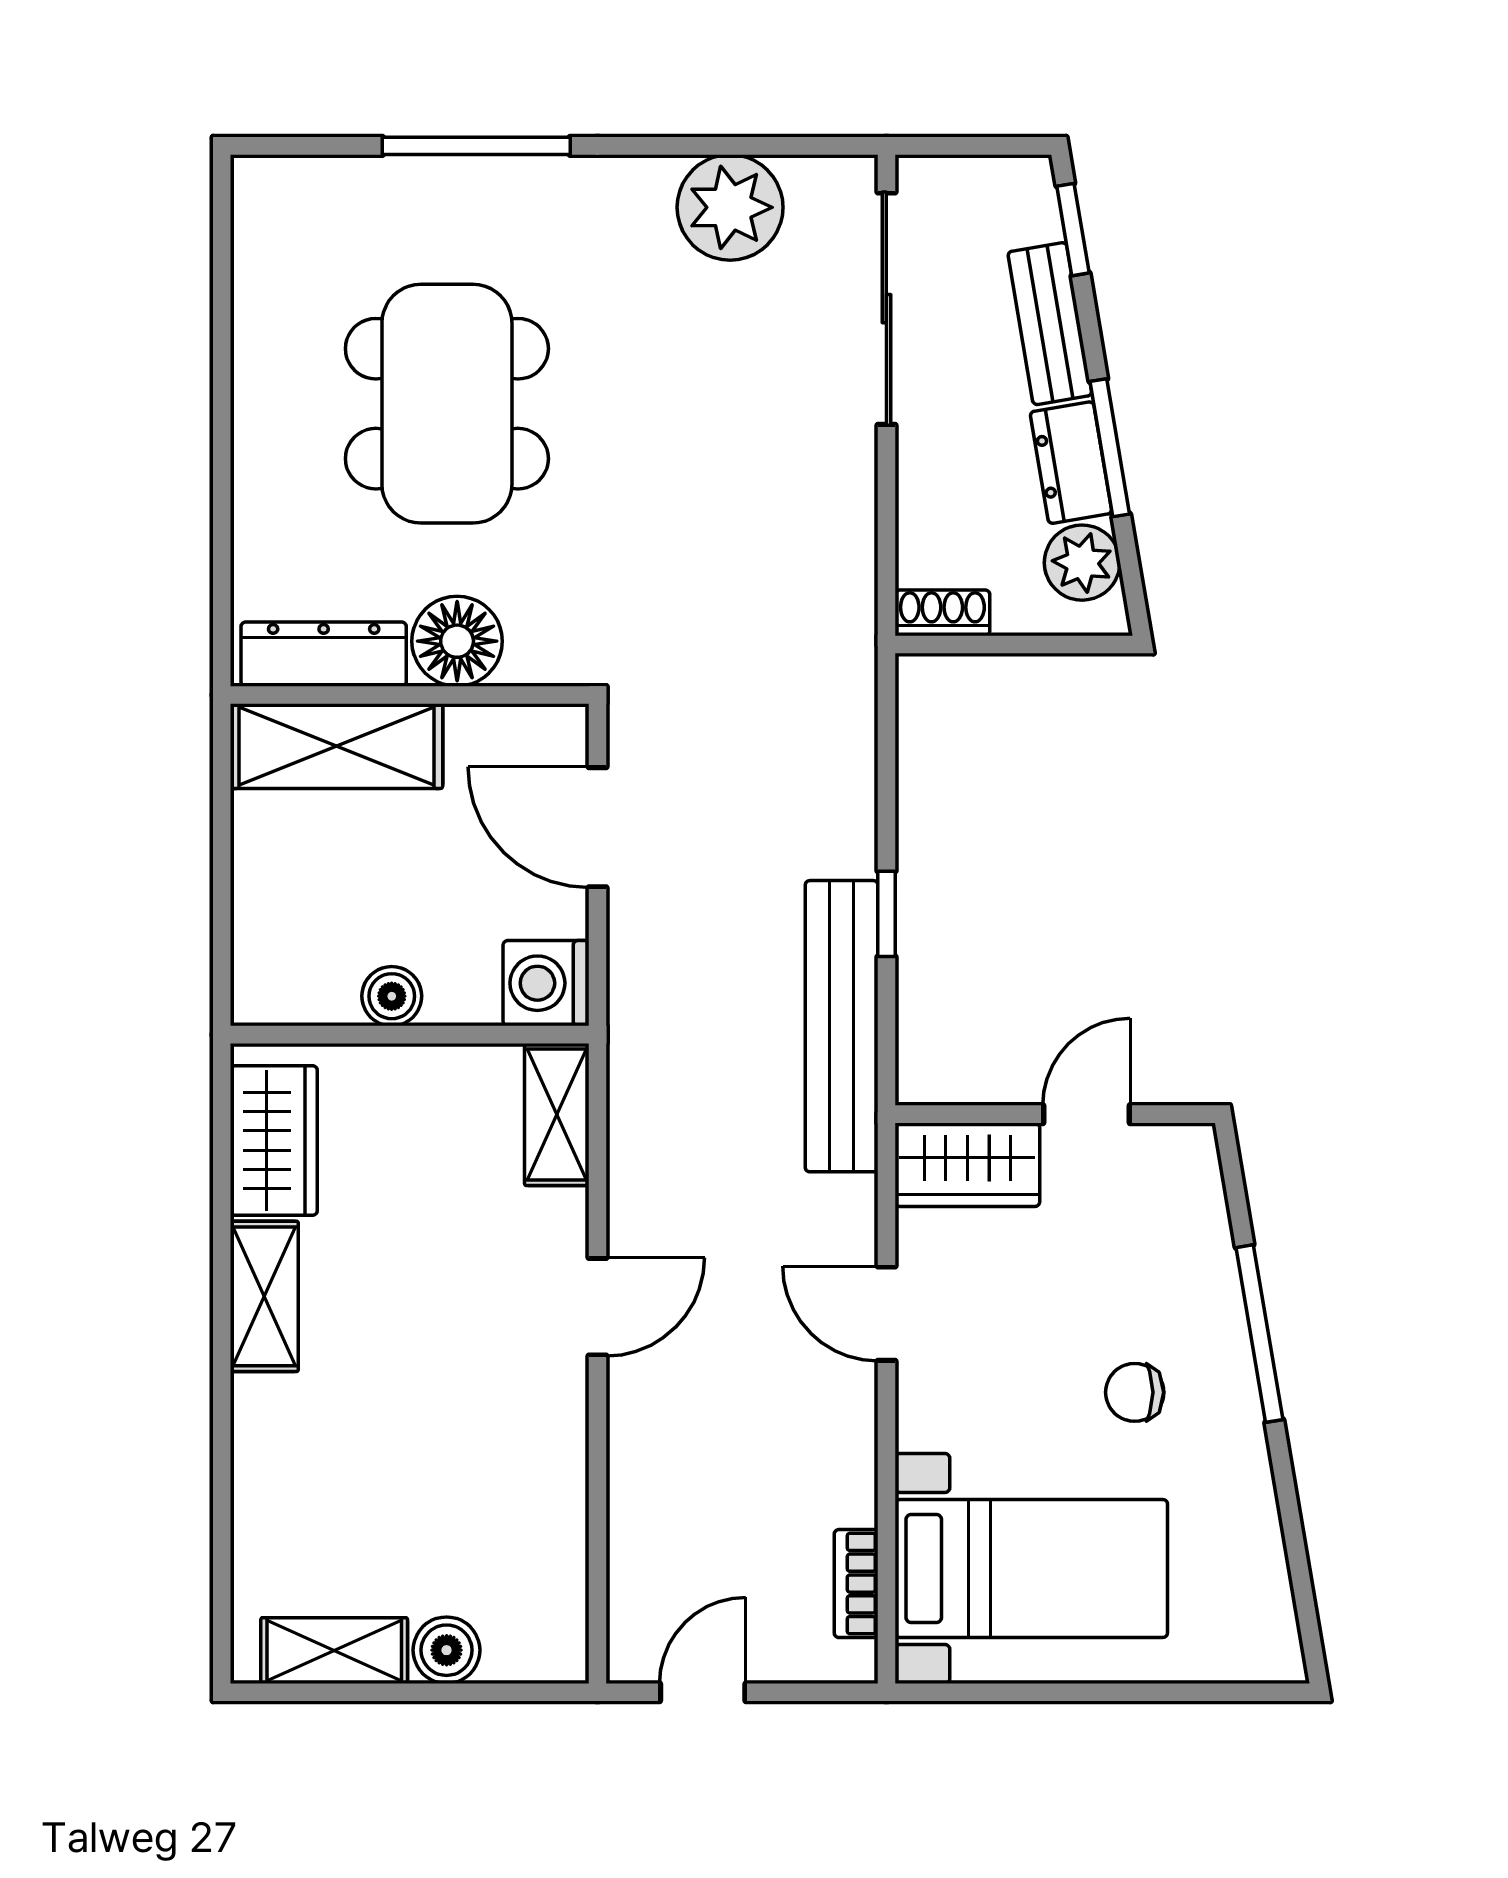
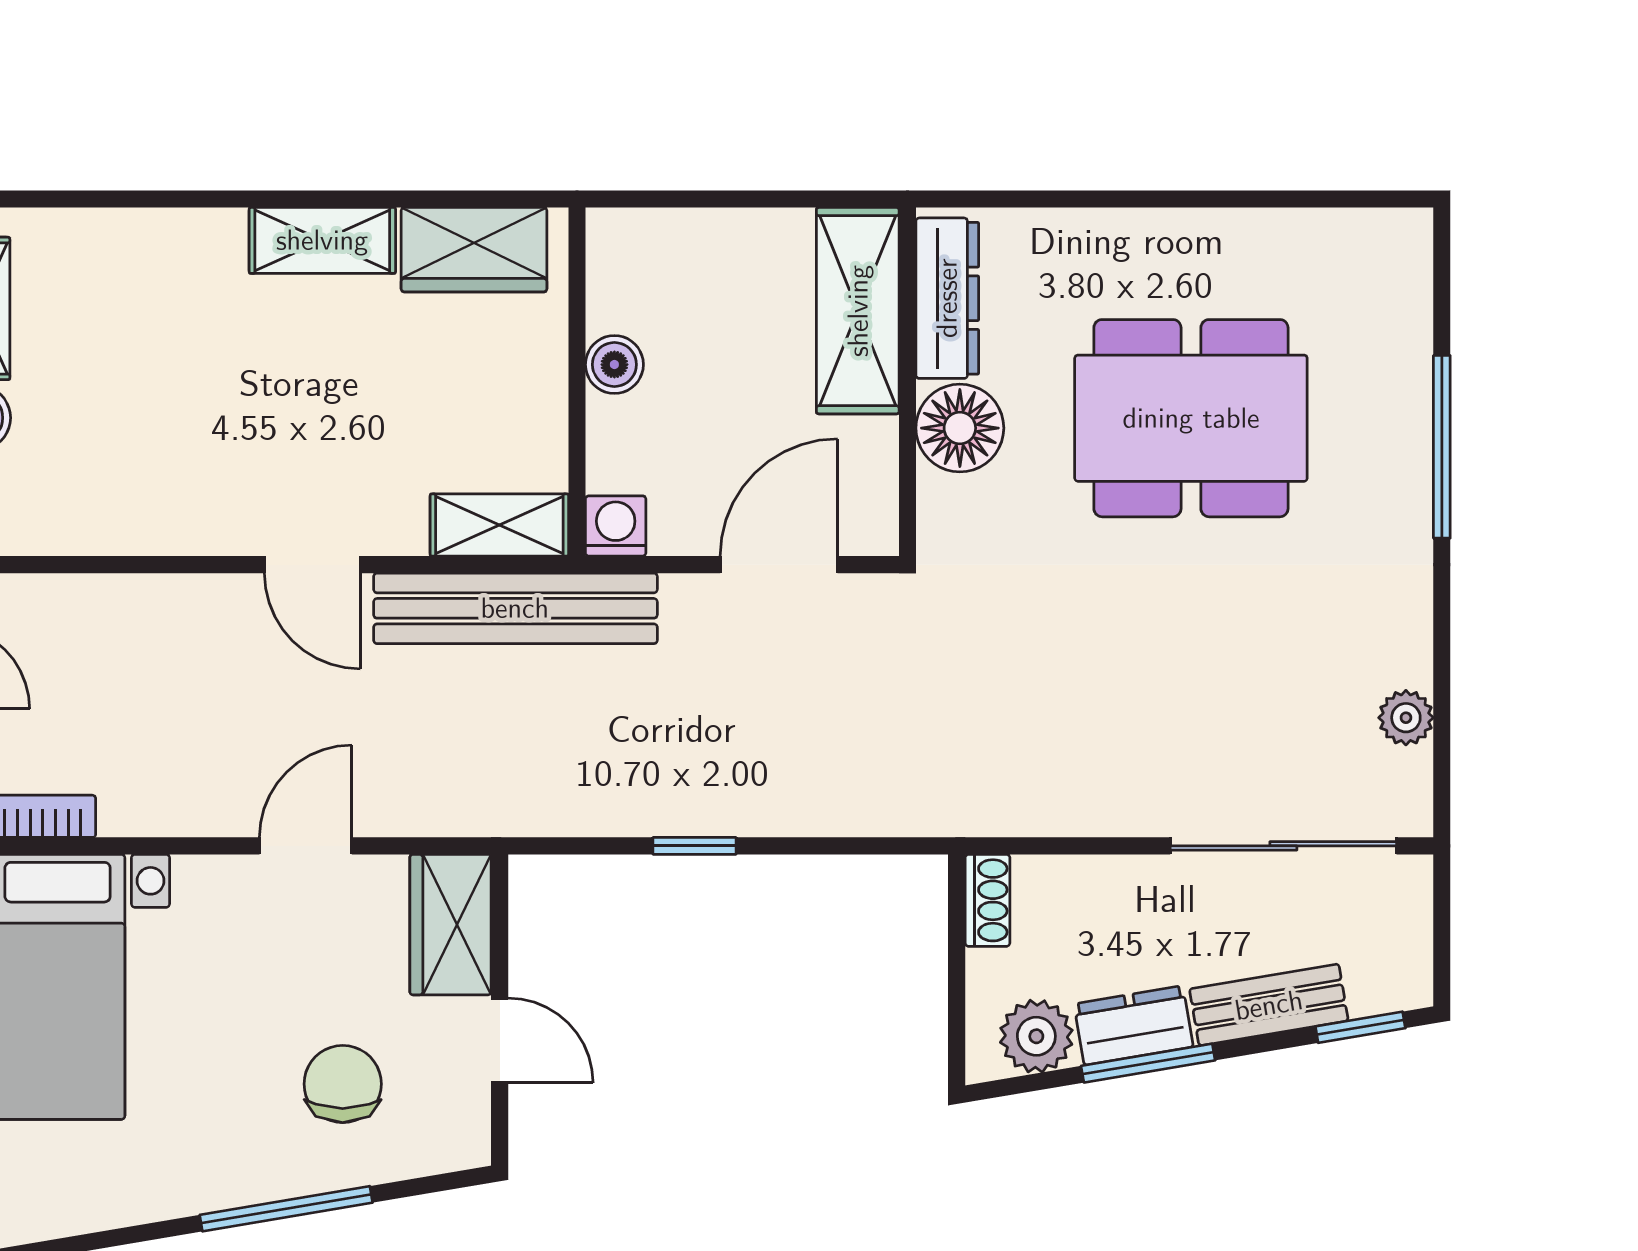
plant: (730, 207) -> (1406, 718), width x0.53, depth x0.53
washing machine: (546, 983) -> (616, 526), width x0.73, depth x0.73
bench: (842, 1026) -> (515, 608), moved
chair: (1135, 1392) -> (343, 1084), moved, width x1.37, depth x1.37

